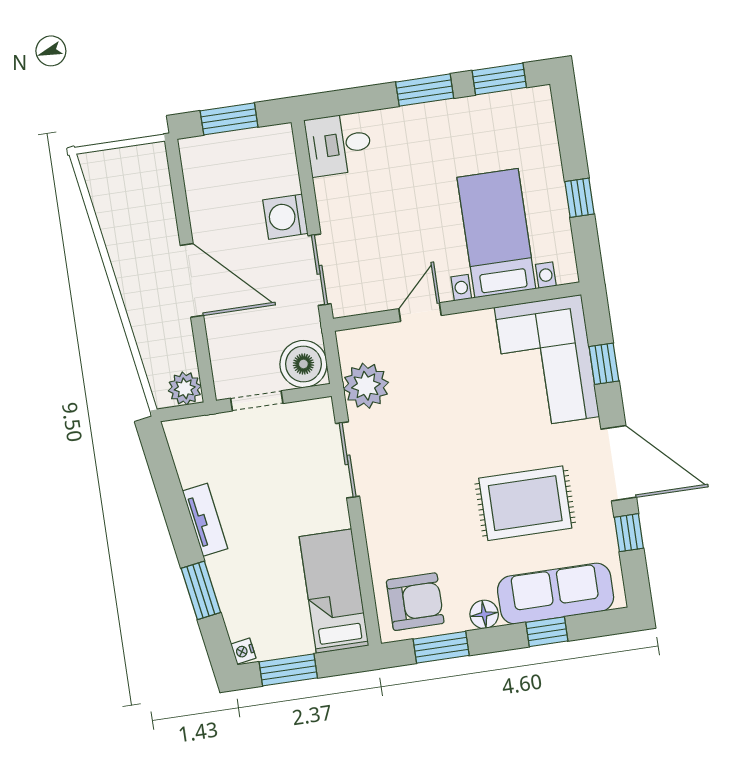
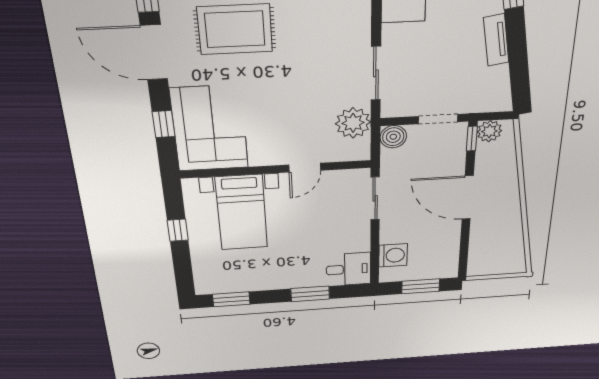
window: (425, 90) -> (310, 294), moved
washing machine: (285, 217) -> (393, 255), moved
boiler: (303, 364) -> (393, 137), width x0.73, depth x0.73
window: (206, 375) -> (472, 139), added

